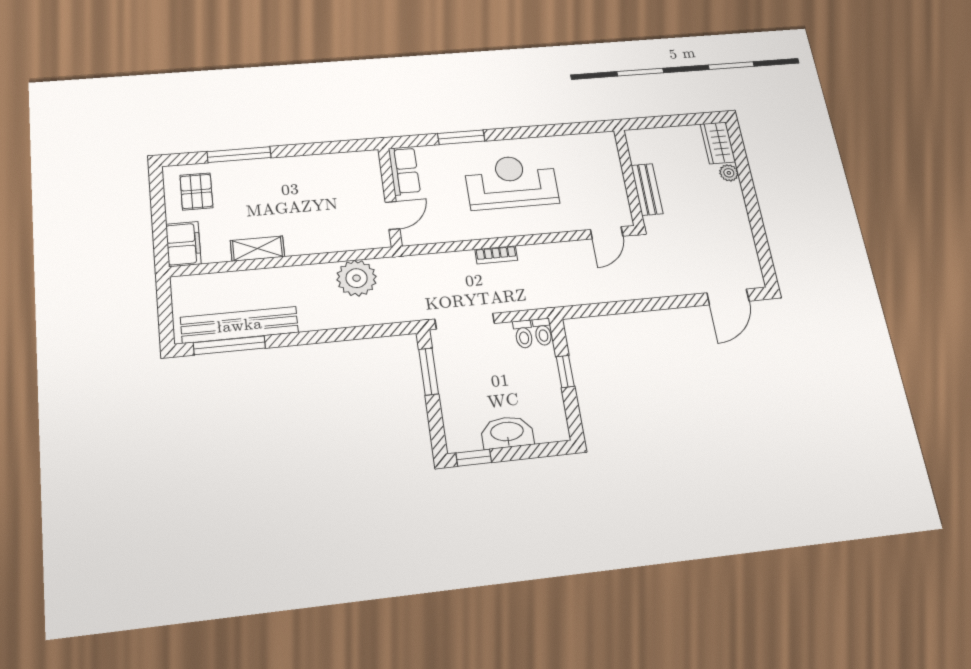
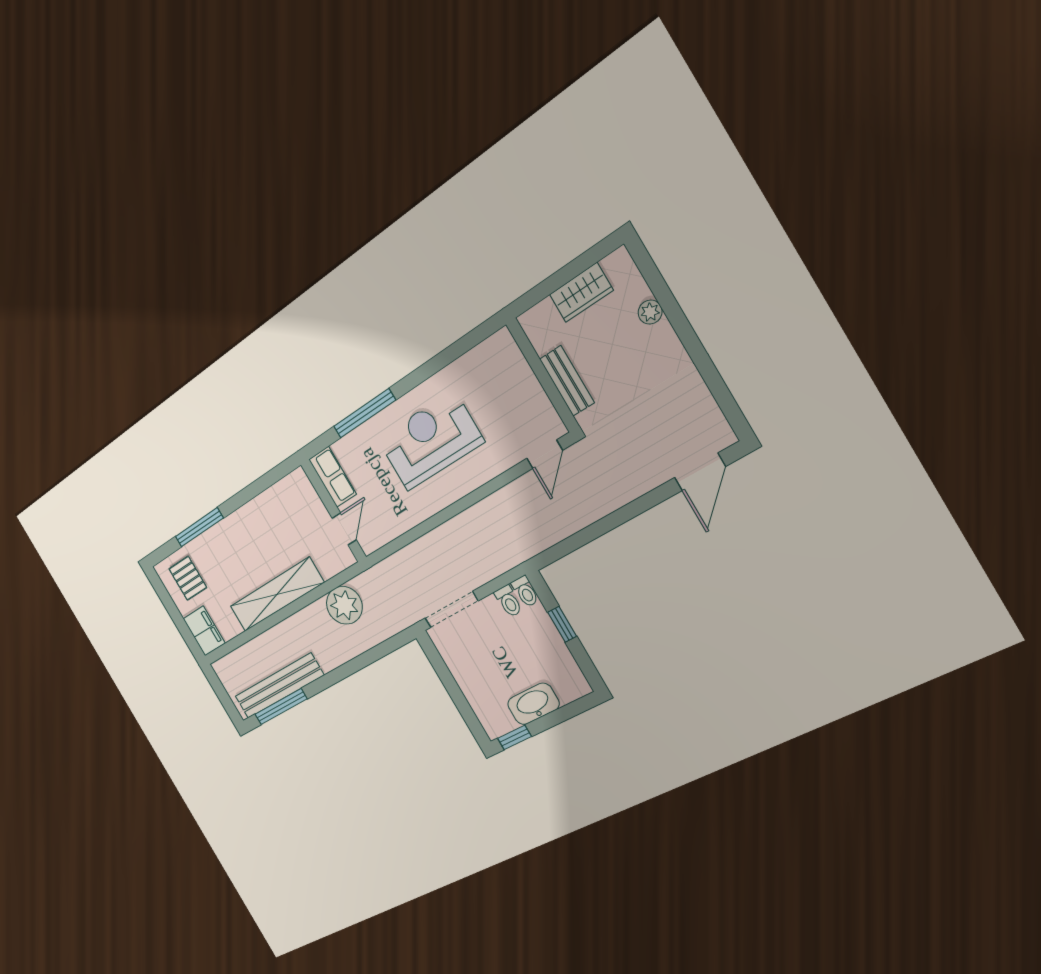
window: (461, 137) -> (364, 413), width x1.44
wardrobe: (718, 143) -> (581, 292), moved, turned -90
shelving: (257, 249) -> (277, 595), width x2.20, depth x1.33
bookcase: (496, 255) -> (450, 528), removed
window: (429, 371) -> (442, 671), removed

